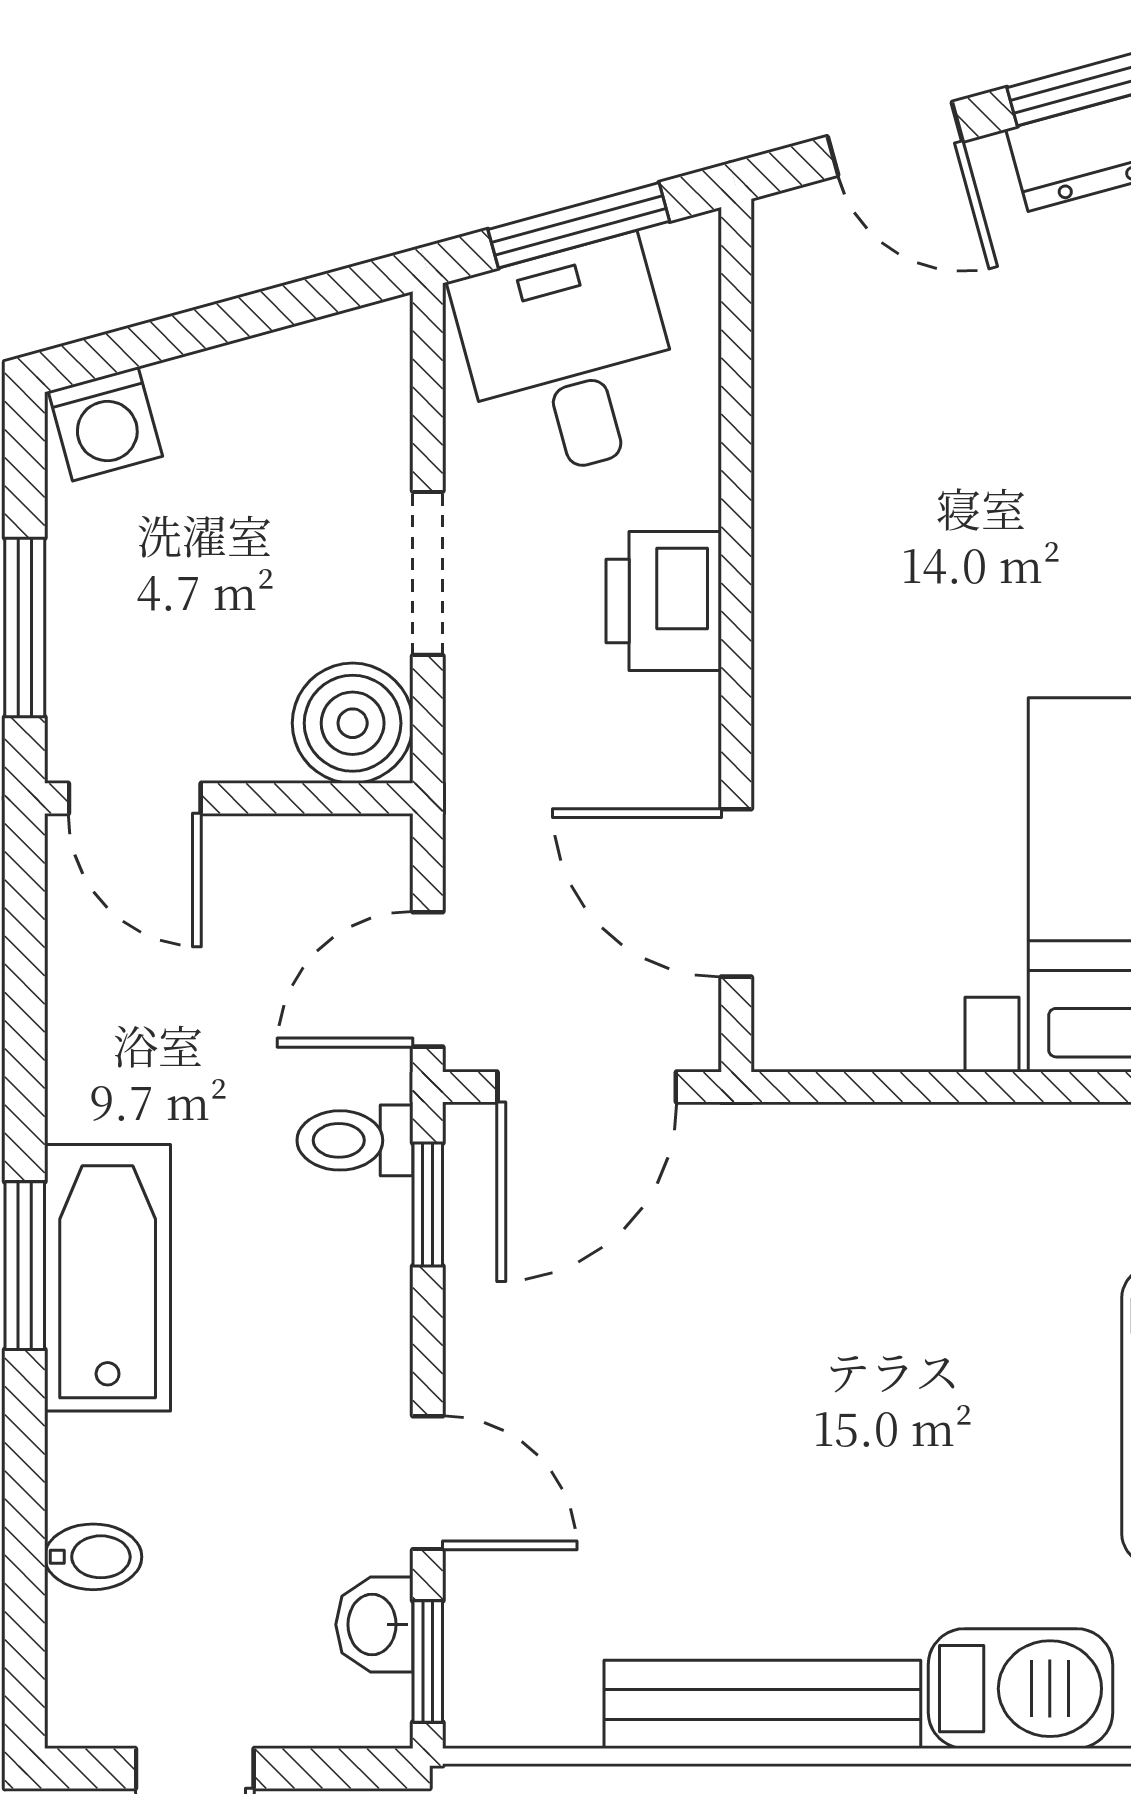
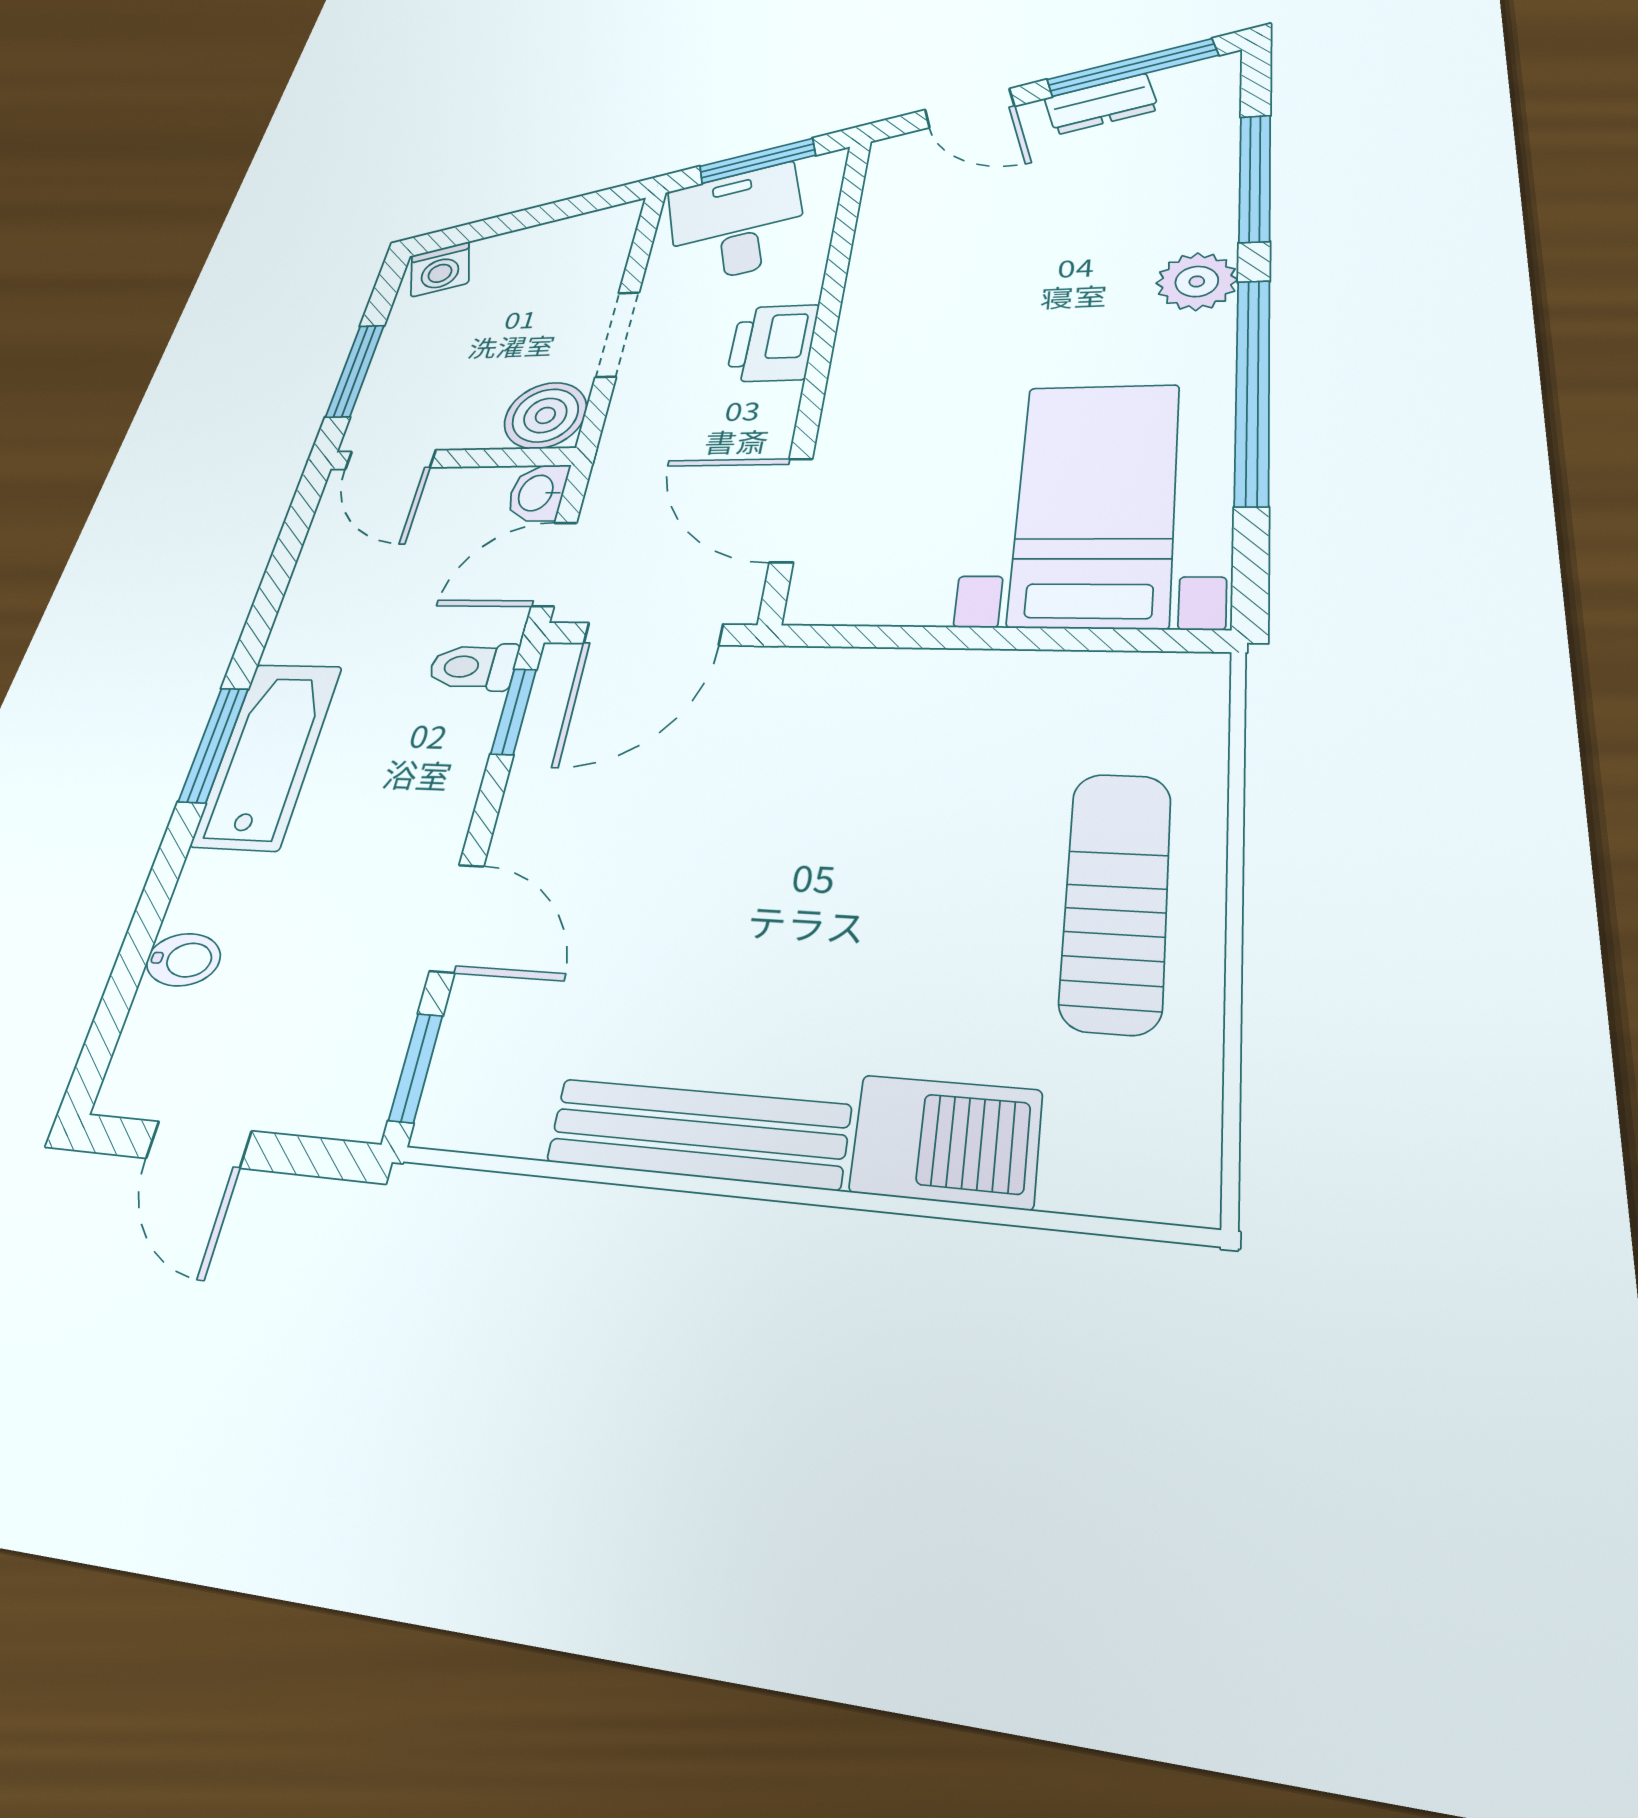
washbasin: (374, 1625) -> (537, 493), moved

